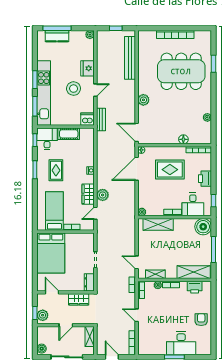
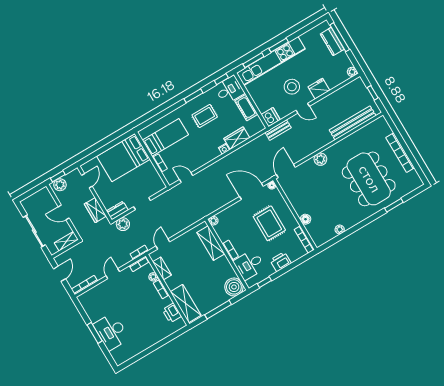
wardrobe: (88, 194) -> (237, 138), moved
plant: (103, 195) -> (123, 224), moved
armchair: (201, 320) -> (145, 337), removed
boiler: (42, 349) -> (28, 203), removed

